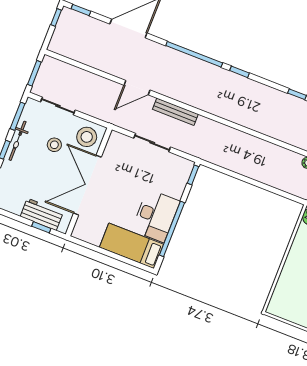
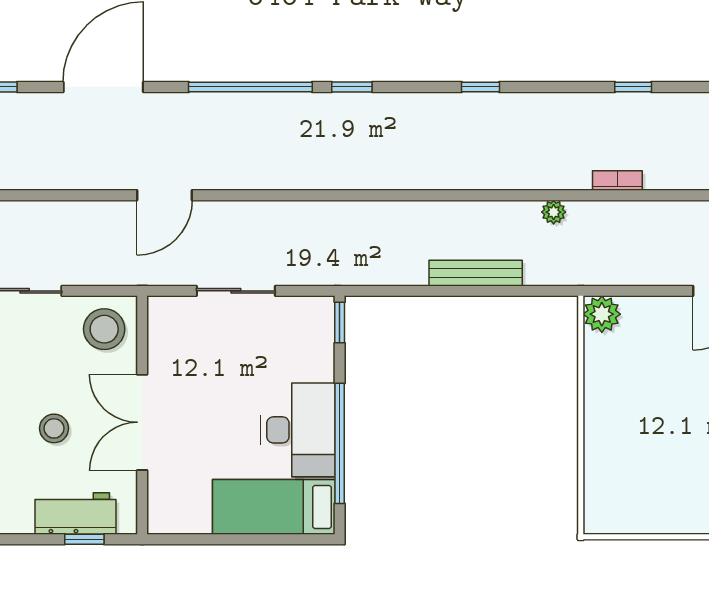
bench: (175, 112) -> (476, 273), moved
stool: (54, 145) -> (54, 428), moved
double door: (87, 185) -> (142, 422), width x0.73

